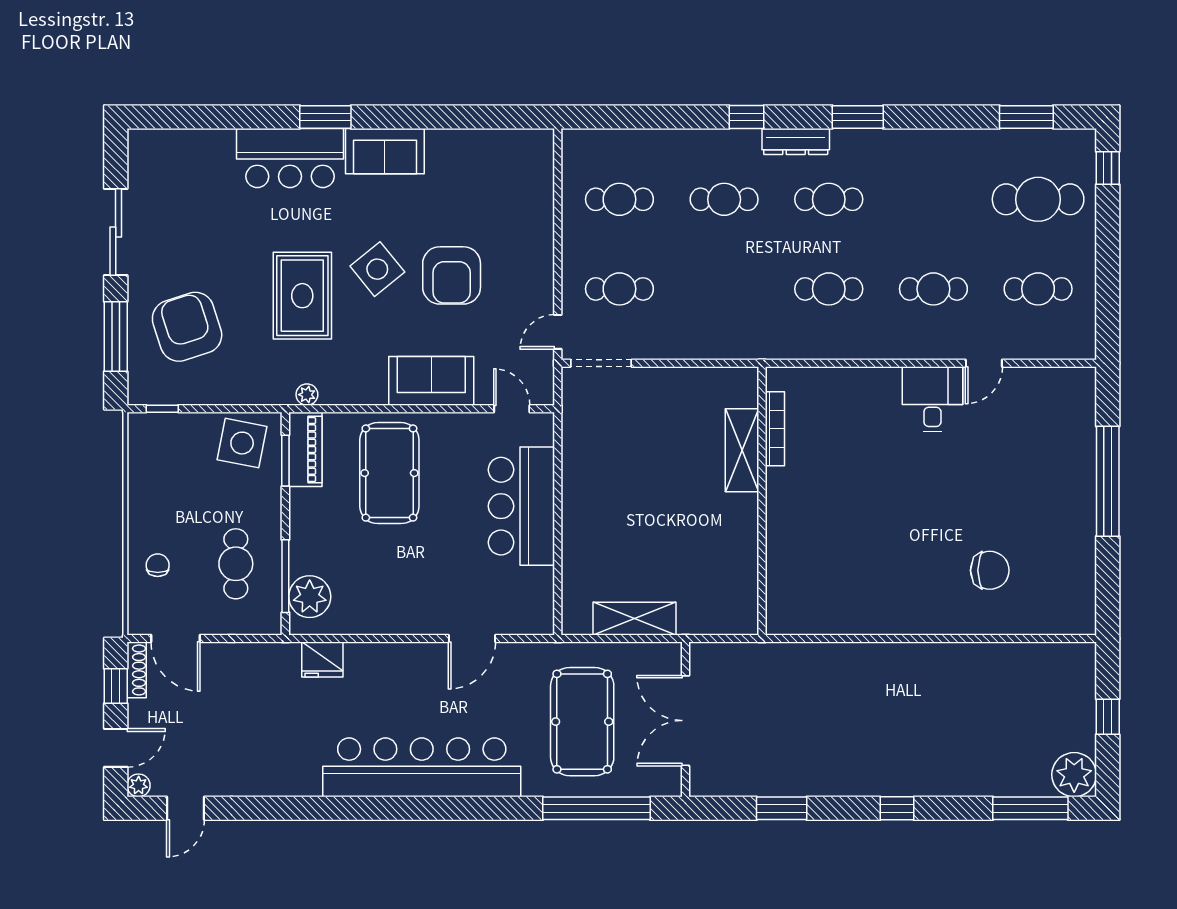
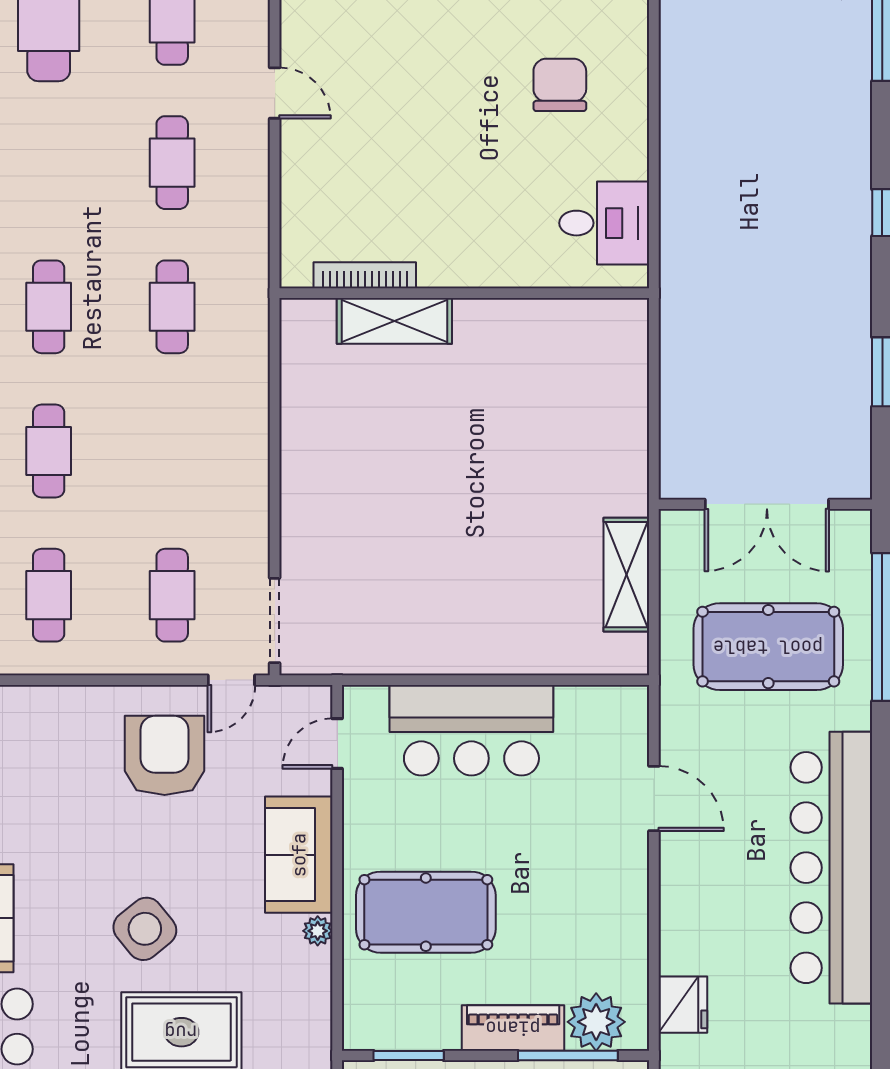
armchair: (452, 275) -> (165, 755), moved, turned -90
door: (558, 332) -> (231, 680), hinge flipped
plant: (307, 395) -> (318, 931), moved
desk: (932, 399) -> (604, 223), moved, turned 180
bookcase: (775, 429) -> (365, 275), moved
piano: (305, 450) -> (513, 1028), moved
shelving: (742, 450) -> (394, 321), moved
wall: (762, 501) -> (464, 293), moved

